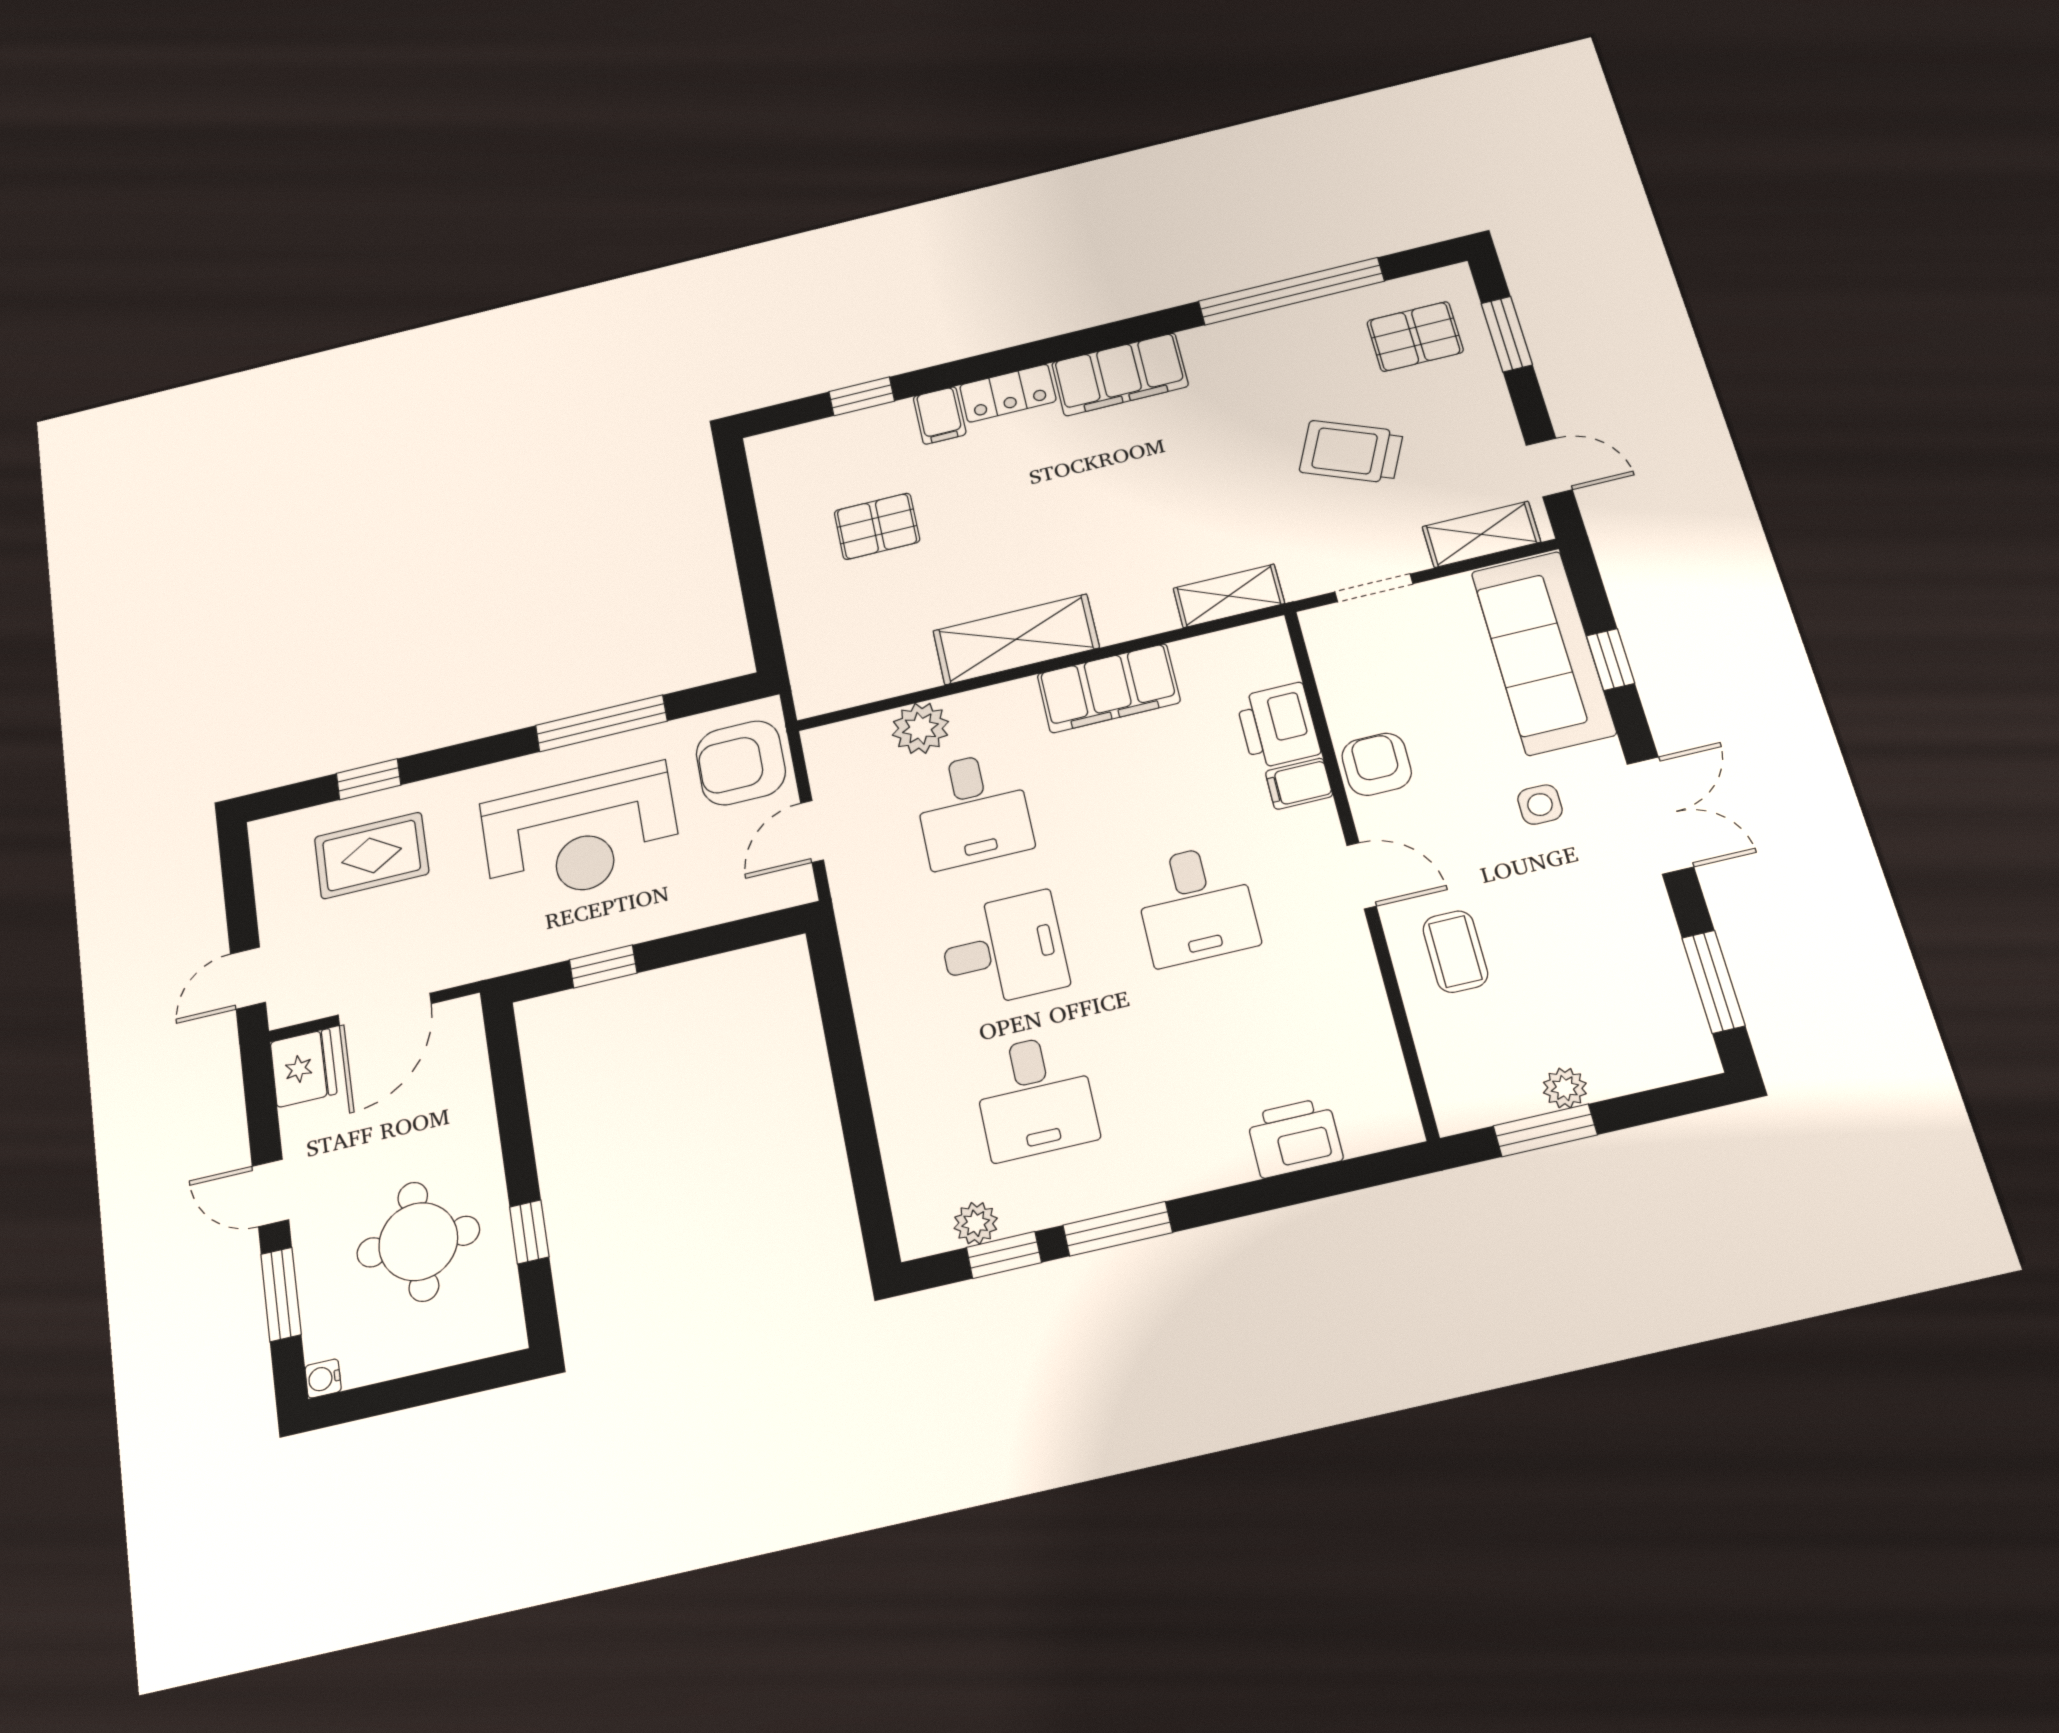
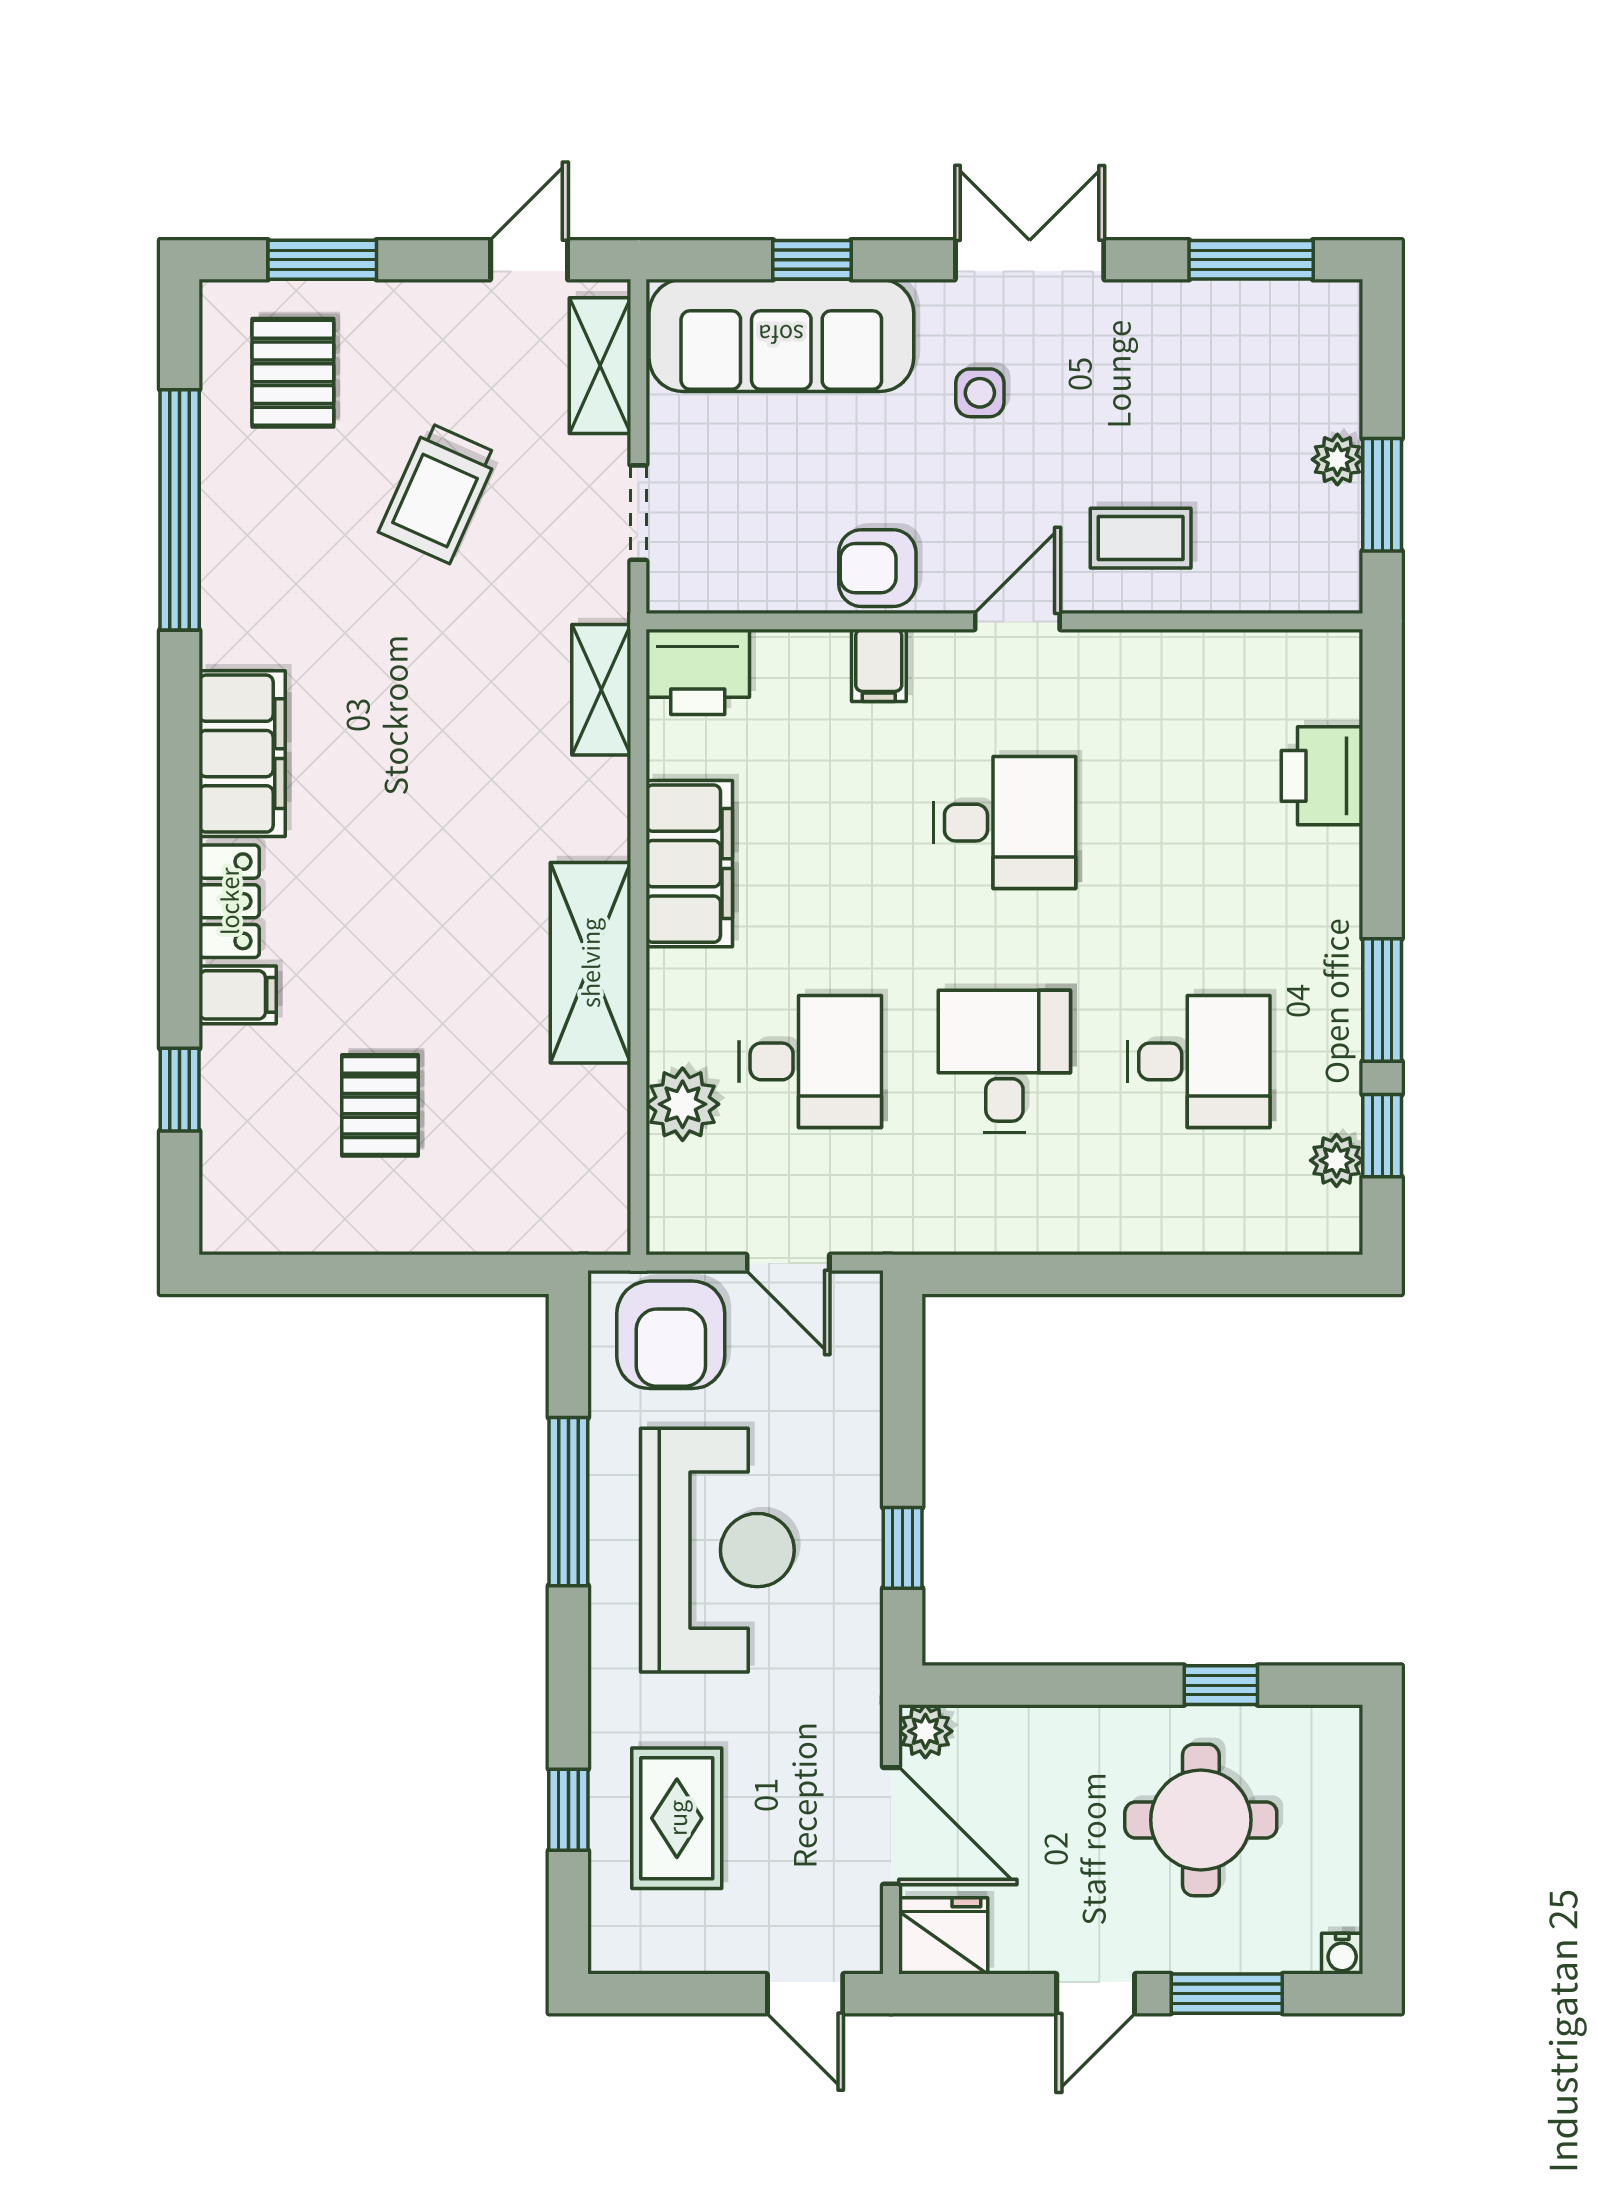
printer: (1278, 725) -> (698, 672), moved
plant: (462, 1017) -> (925, 1731), added

